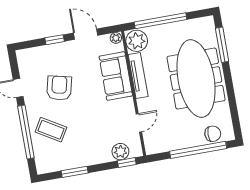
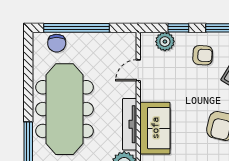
chair: (213, 134) -> (57, 43), turned -90
armchair: (86, 146) -> (203, 55), added
window: (127, 163) -> (178, 28), moved

